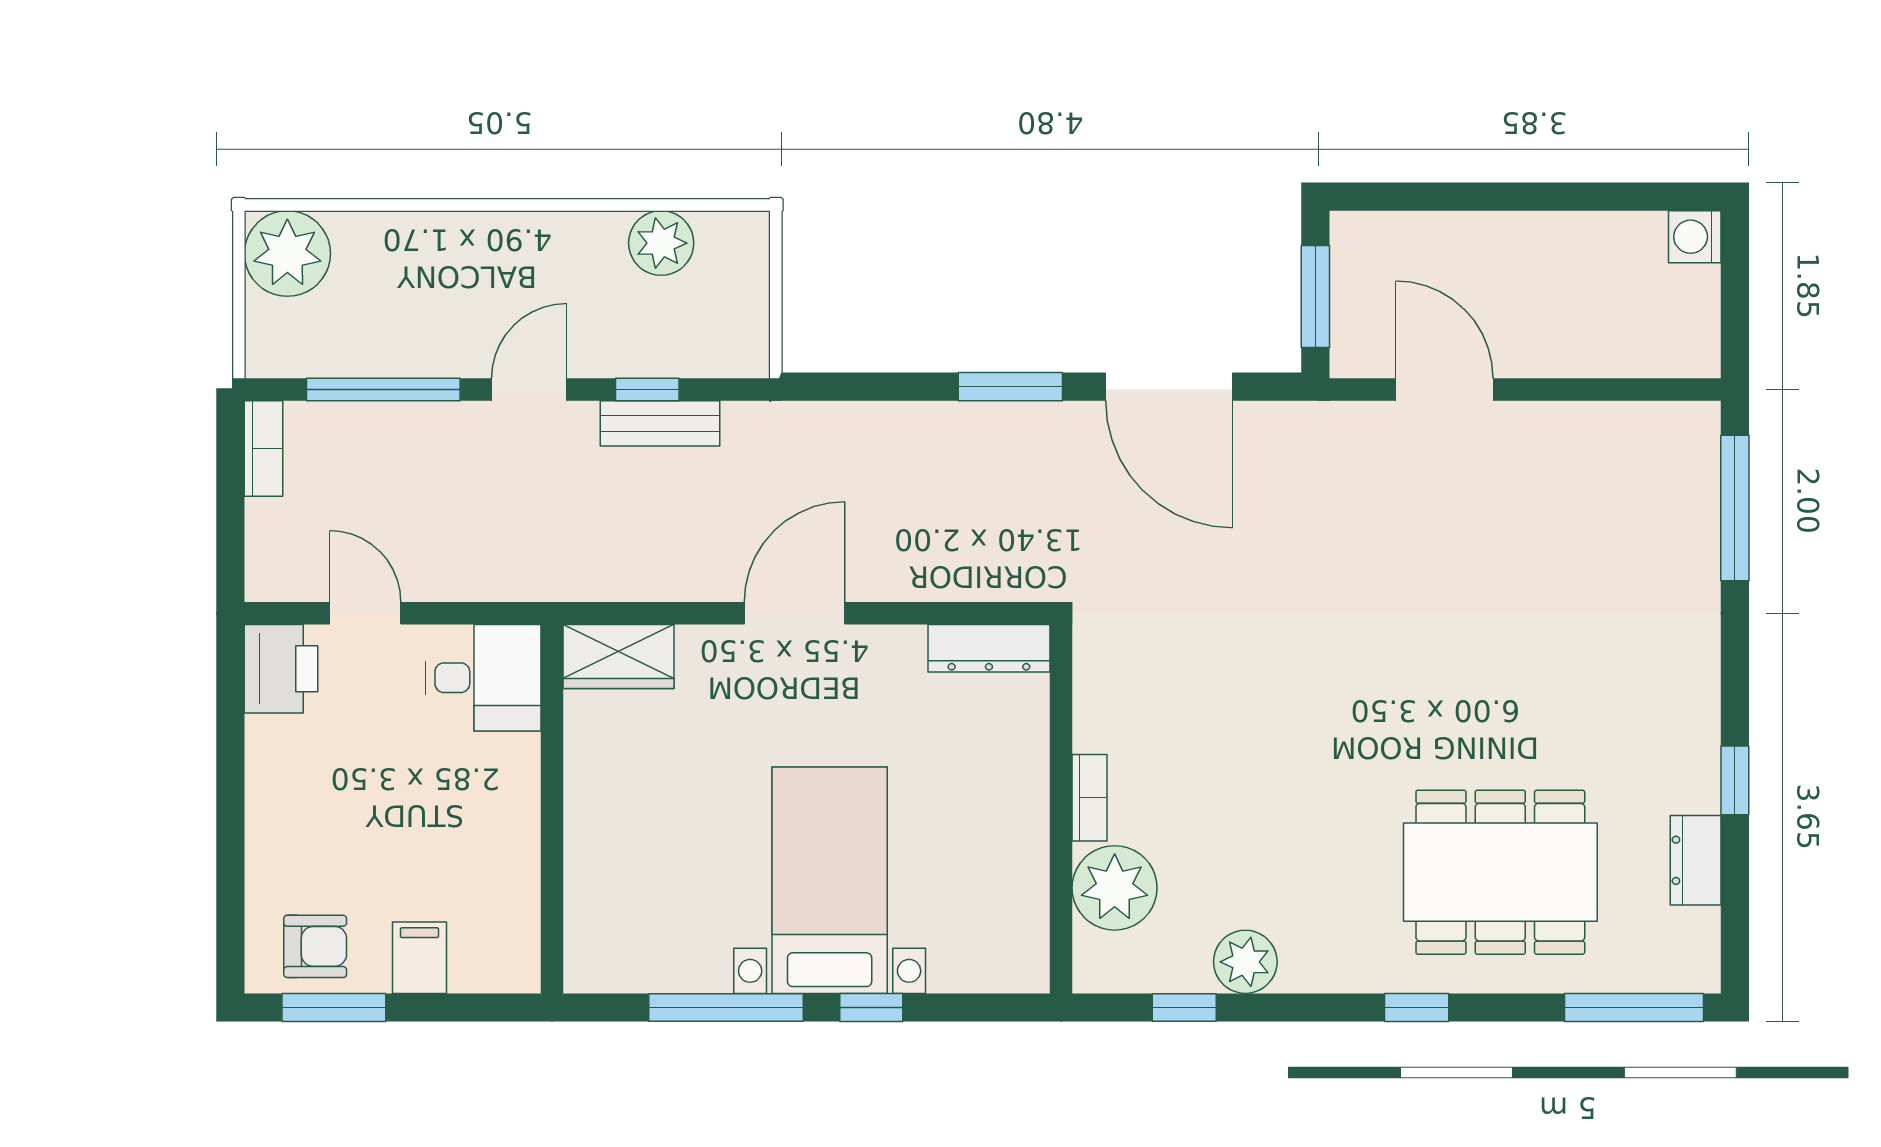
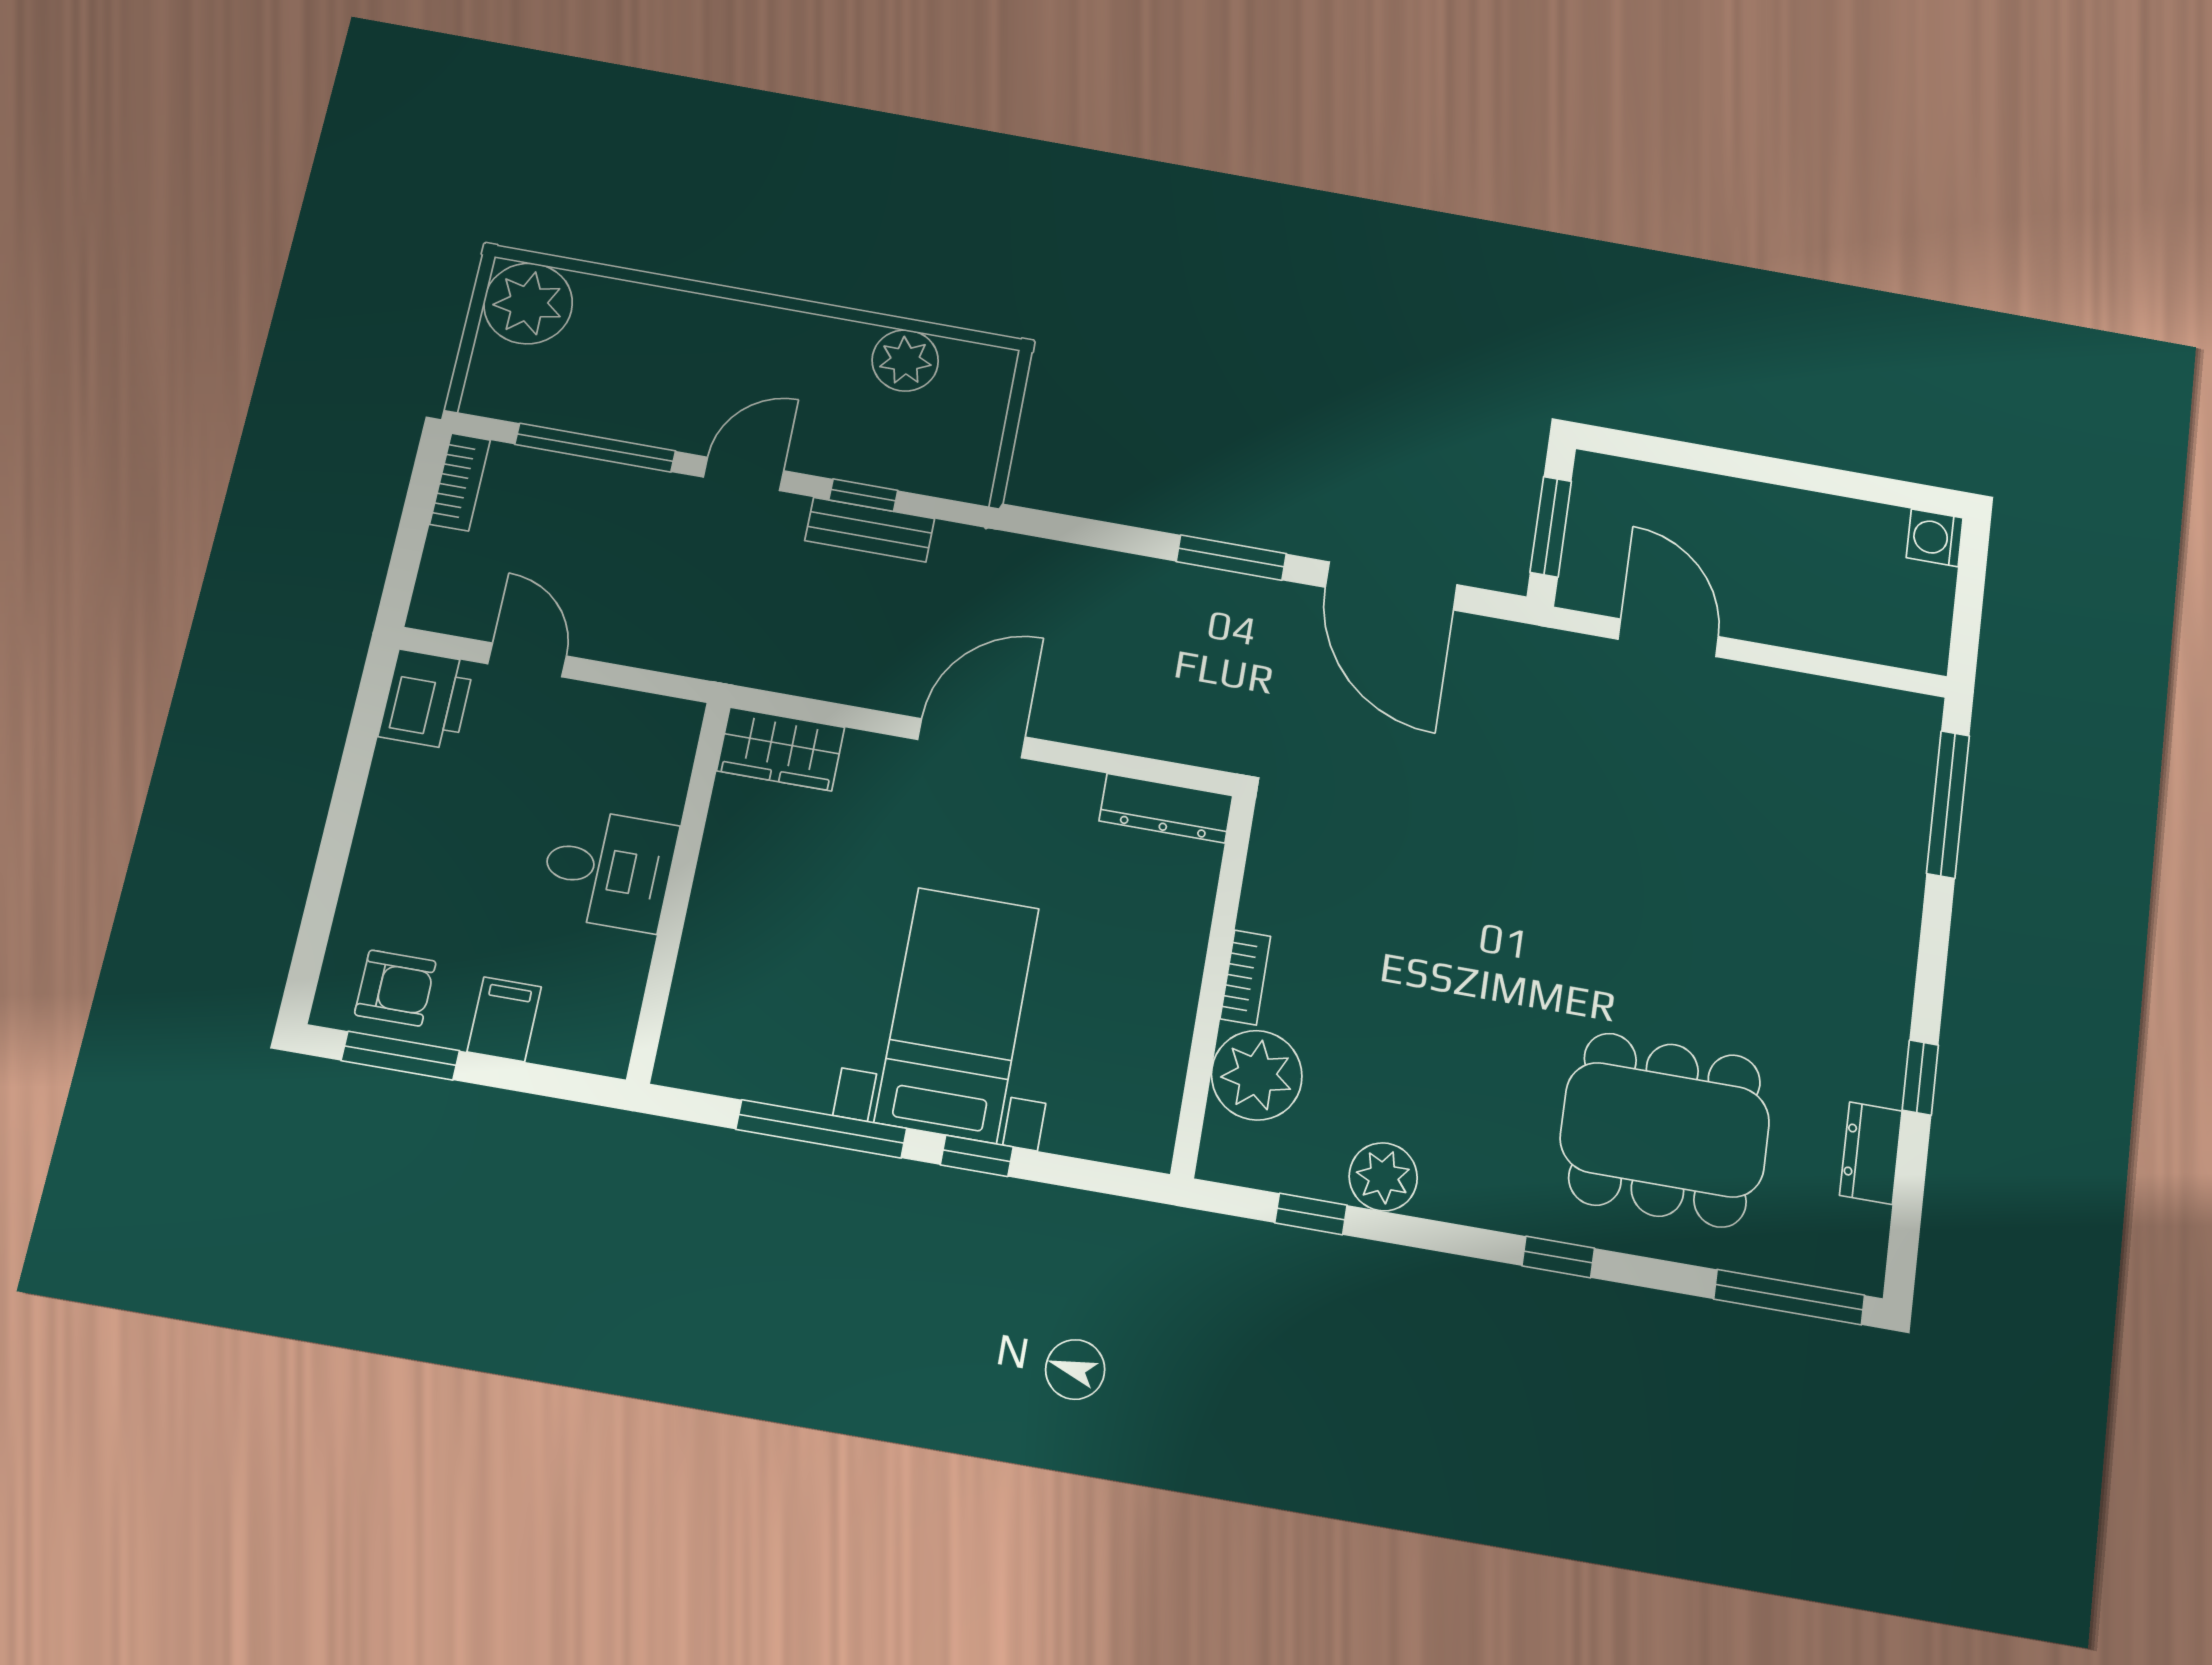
desk: (483, 678) -> (608, 870), moved

